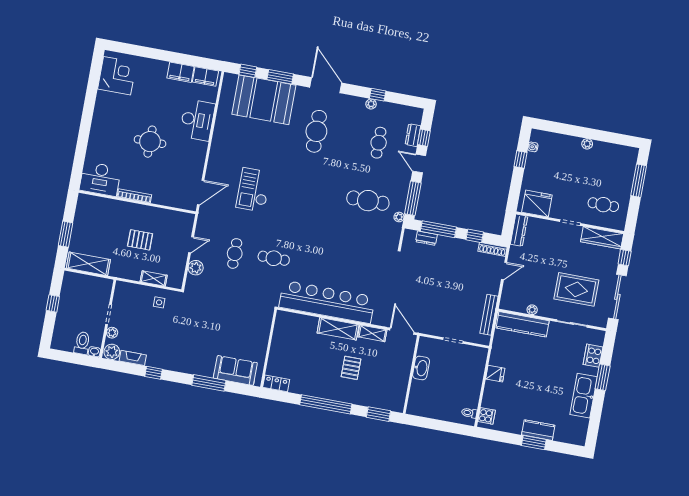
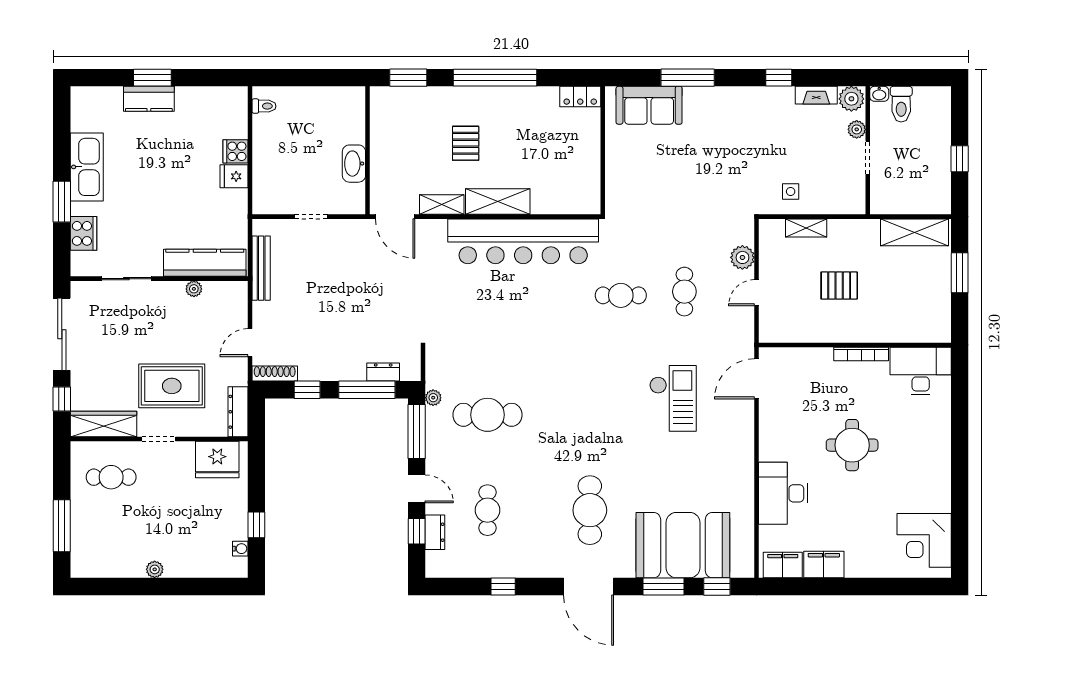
plant: (371, 104) -> (511, 570), removed
rug: (576, 289) -> (172, 386), moved
cooker: (487, 416) -> (235, 151), moved

